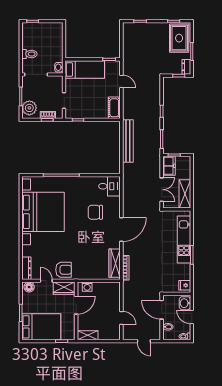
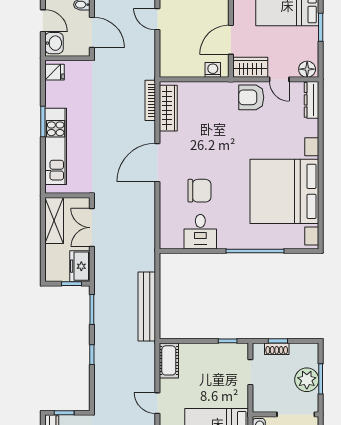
plant: (29, 108) -> (307, 380), moved
desk: (109, 186) -> (200, 232), moved, turned -90

